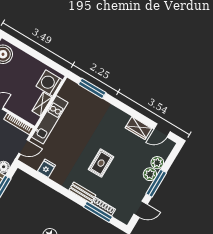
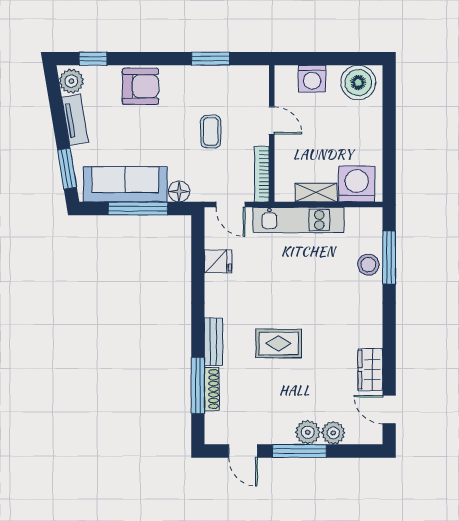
stool: (90, 100) -> (368, 265), added

